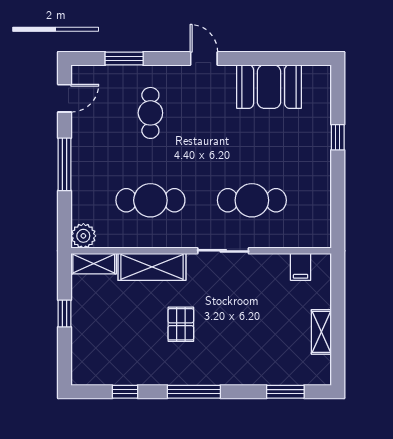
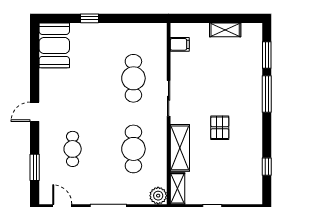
booth: (269, 87) -> (54, 45), moved
cafe table: (150, 113) -> (73, 149), turned 90
pallet: (181, 324) -> (220, 128), turned 90
window: (194, 392) -> (267, 94), moved

